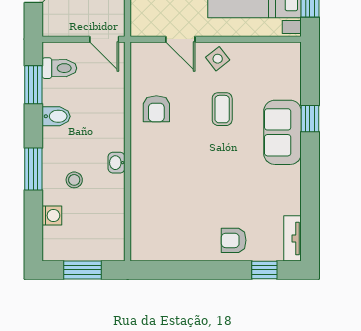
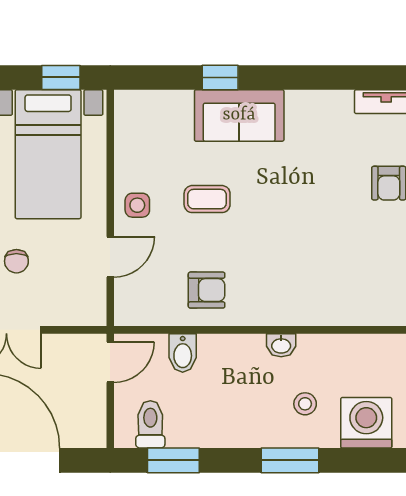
side table: (218, 59) -> (137, 205), turned 38
bidet: (56, 116) -> (183, 353), moved, turned 180
washing machine: (52, 216) -> (366, 423), width x1.89, depth x1.89

